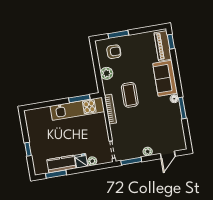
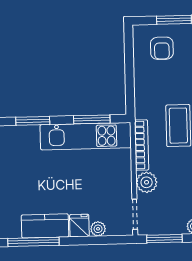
armchair: (114, 52) -> (162, 48), turned 90
plant: (107, 73) -> (147, 182), moved
window: (46, 104) -> (33, 121), added
window: (56, 174) -> (33, 242), width x1.44

